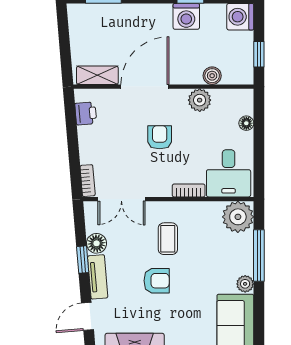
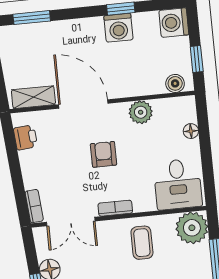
boiler: (212, 76) -> (175, 83), moved
door: (145, 87) -> (83, 104), hinge flipped
bookcase: (189, 190) -> (115, 208), moved
coffee table: (168, 239) -> (142, 243), moved

